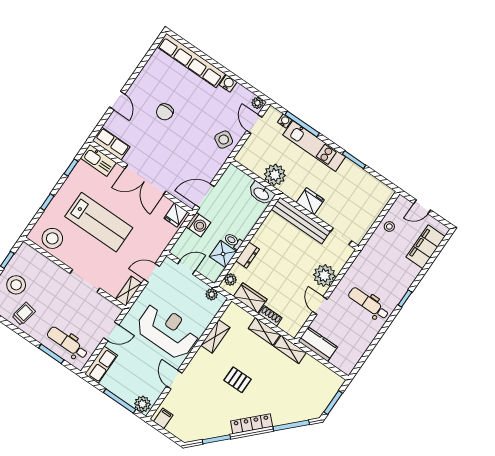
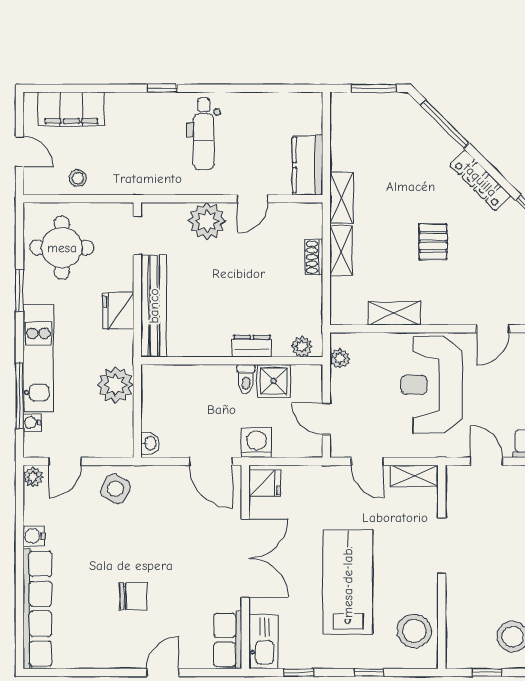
washbasin: (261, 194) -> (150, 443), moved, width x0.52, depth x0.69
round table: (361, 195) -> (62, 248), added
wardrobe: (250, 298) -> (308, 302), removed

